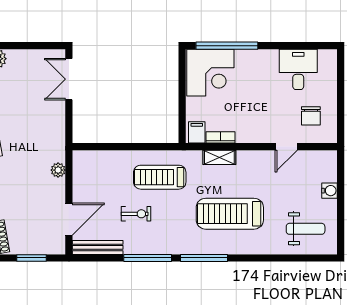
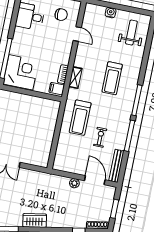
plant: (58, 170) -> (74, 183), moved
treadmill: (230, 214) -> (112, 78), width x0.73, depth x0.73

